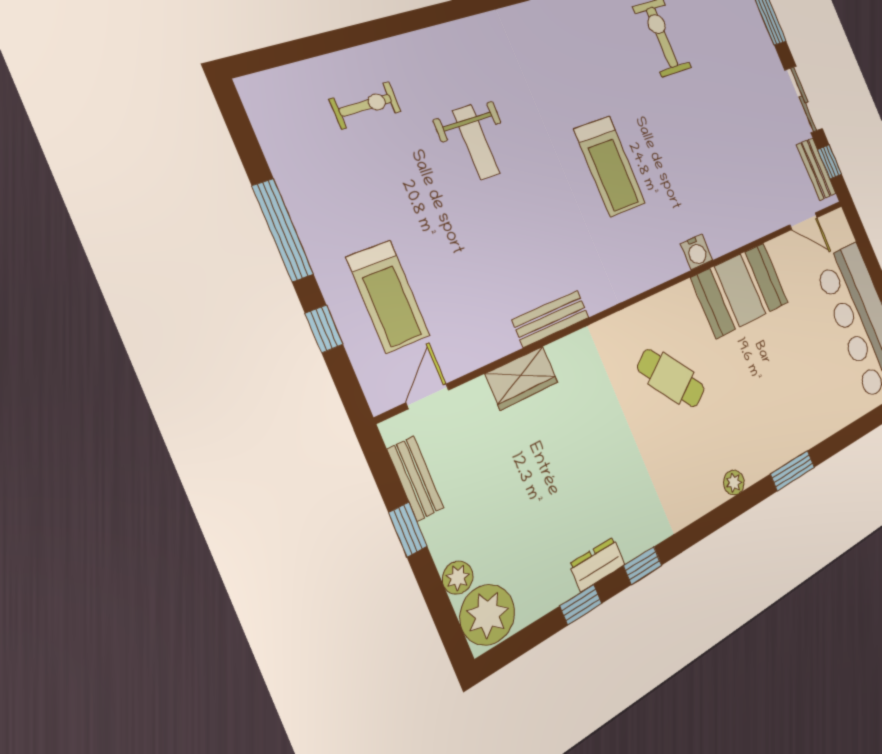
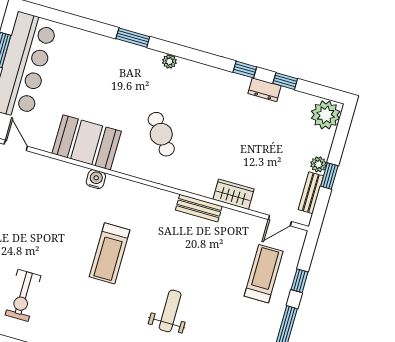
treadmill: (610, 166) -> (110, 253), turned 180
plant: (458, 578) -> (318, 164), moved

